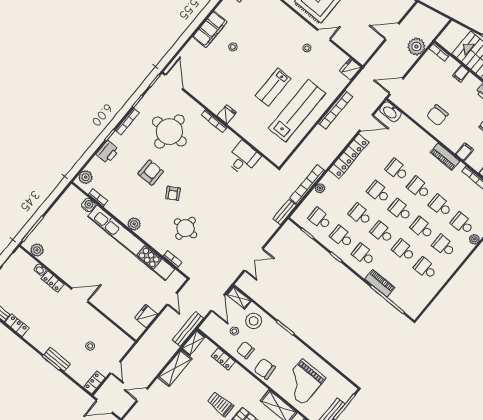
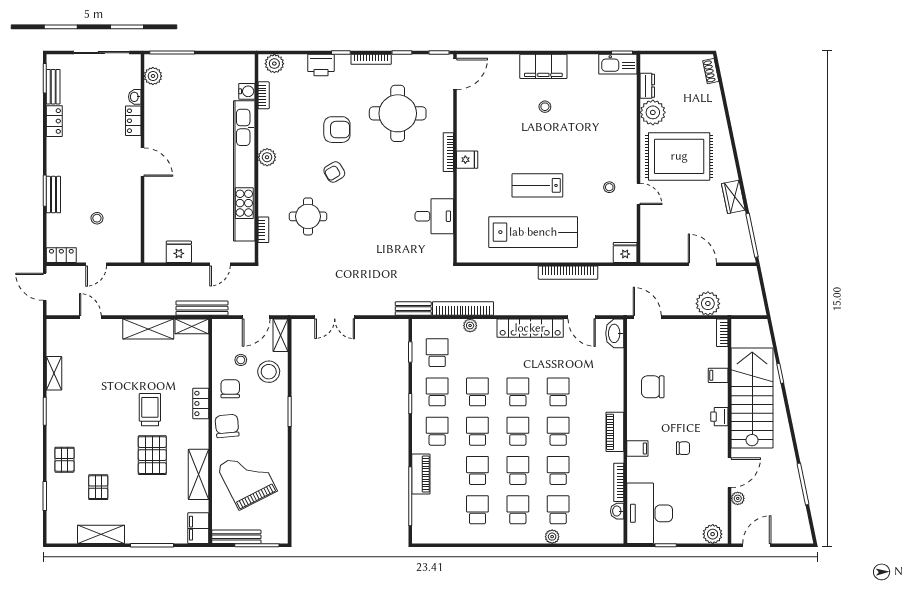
locker: (223, 359) -> (201, 403), moved
grand piano: (303, 382) -> (247, 479), turned 63

